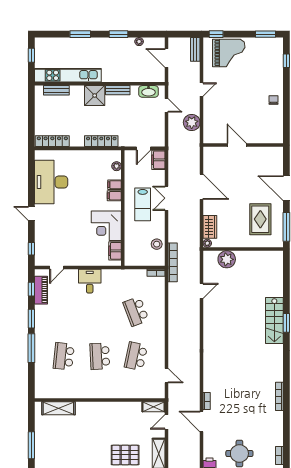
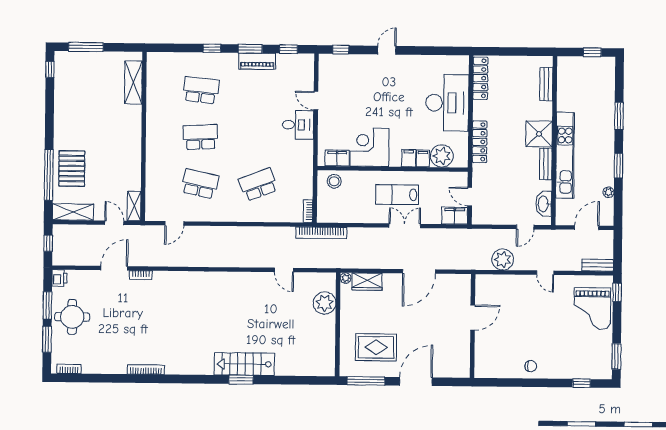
kitchen unit: (68, 75) -> (565, 155), moved
plant: (117, 166) -> (442, 156), width x1.87, depth x1.87
desk: (51, 182) -> (447, 103), moved, turned 90
stool: (157, 244) -> (334, 181), moved
door: (57, 268) -> (316, 101), moved
piano: (41, 290) -> (257, 61), moved
window: (31, 348) -> (212, 48), width x0.46

